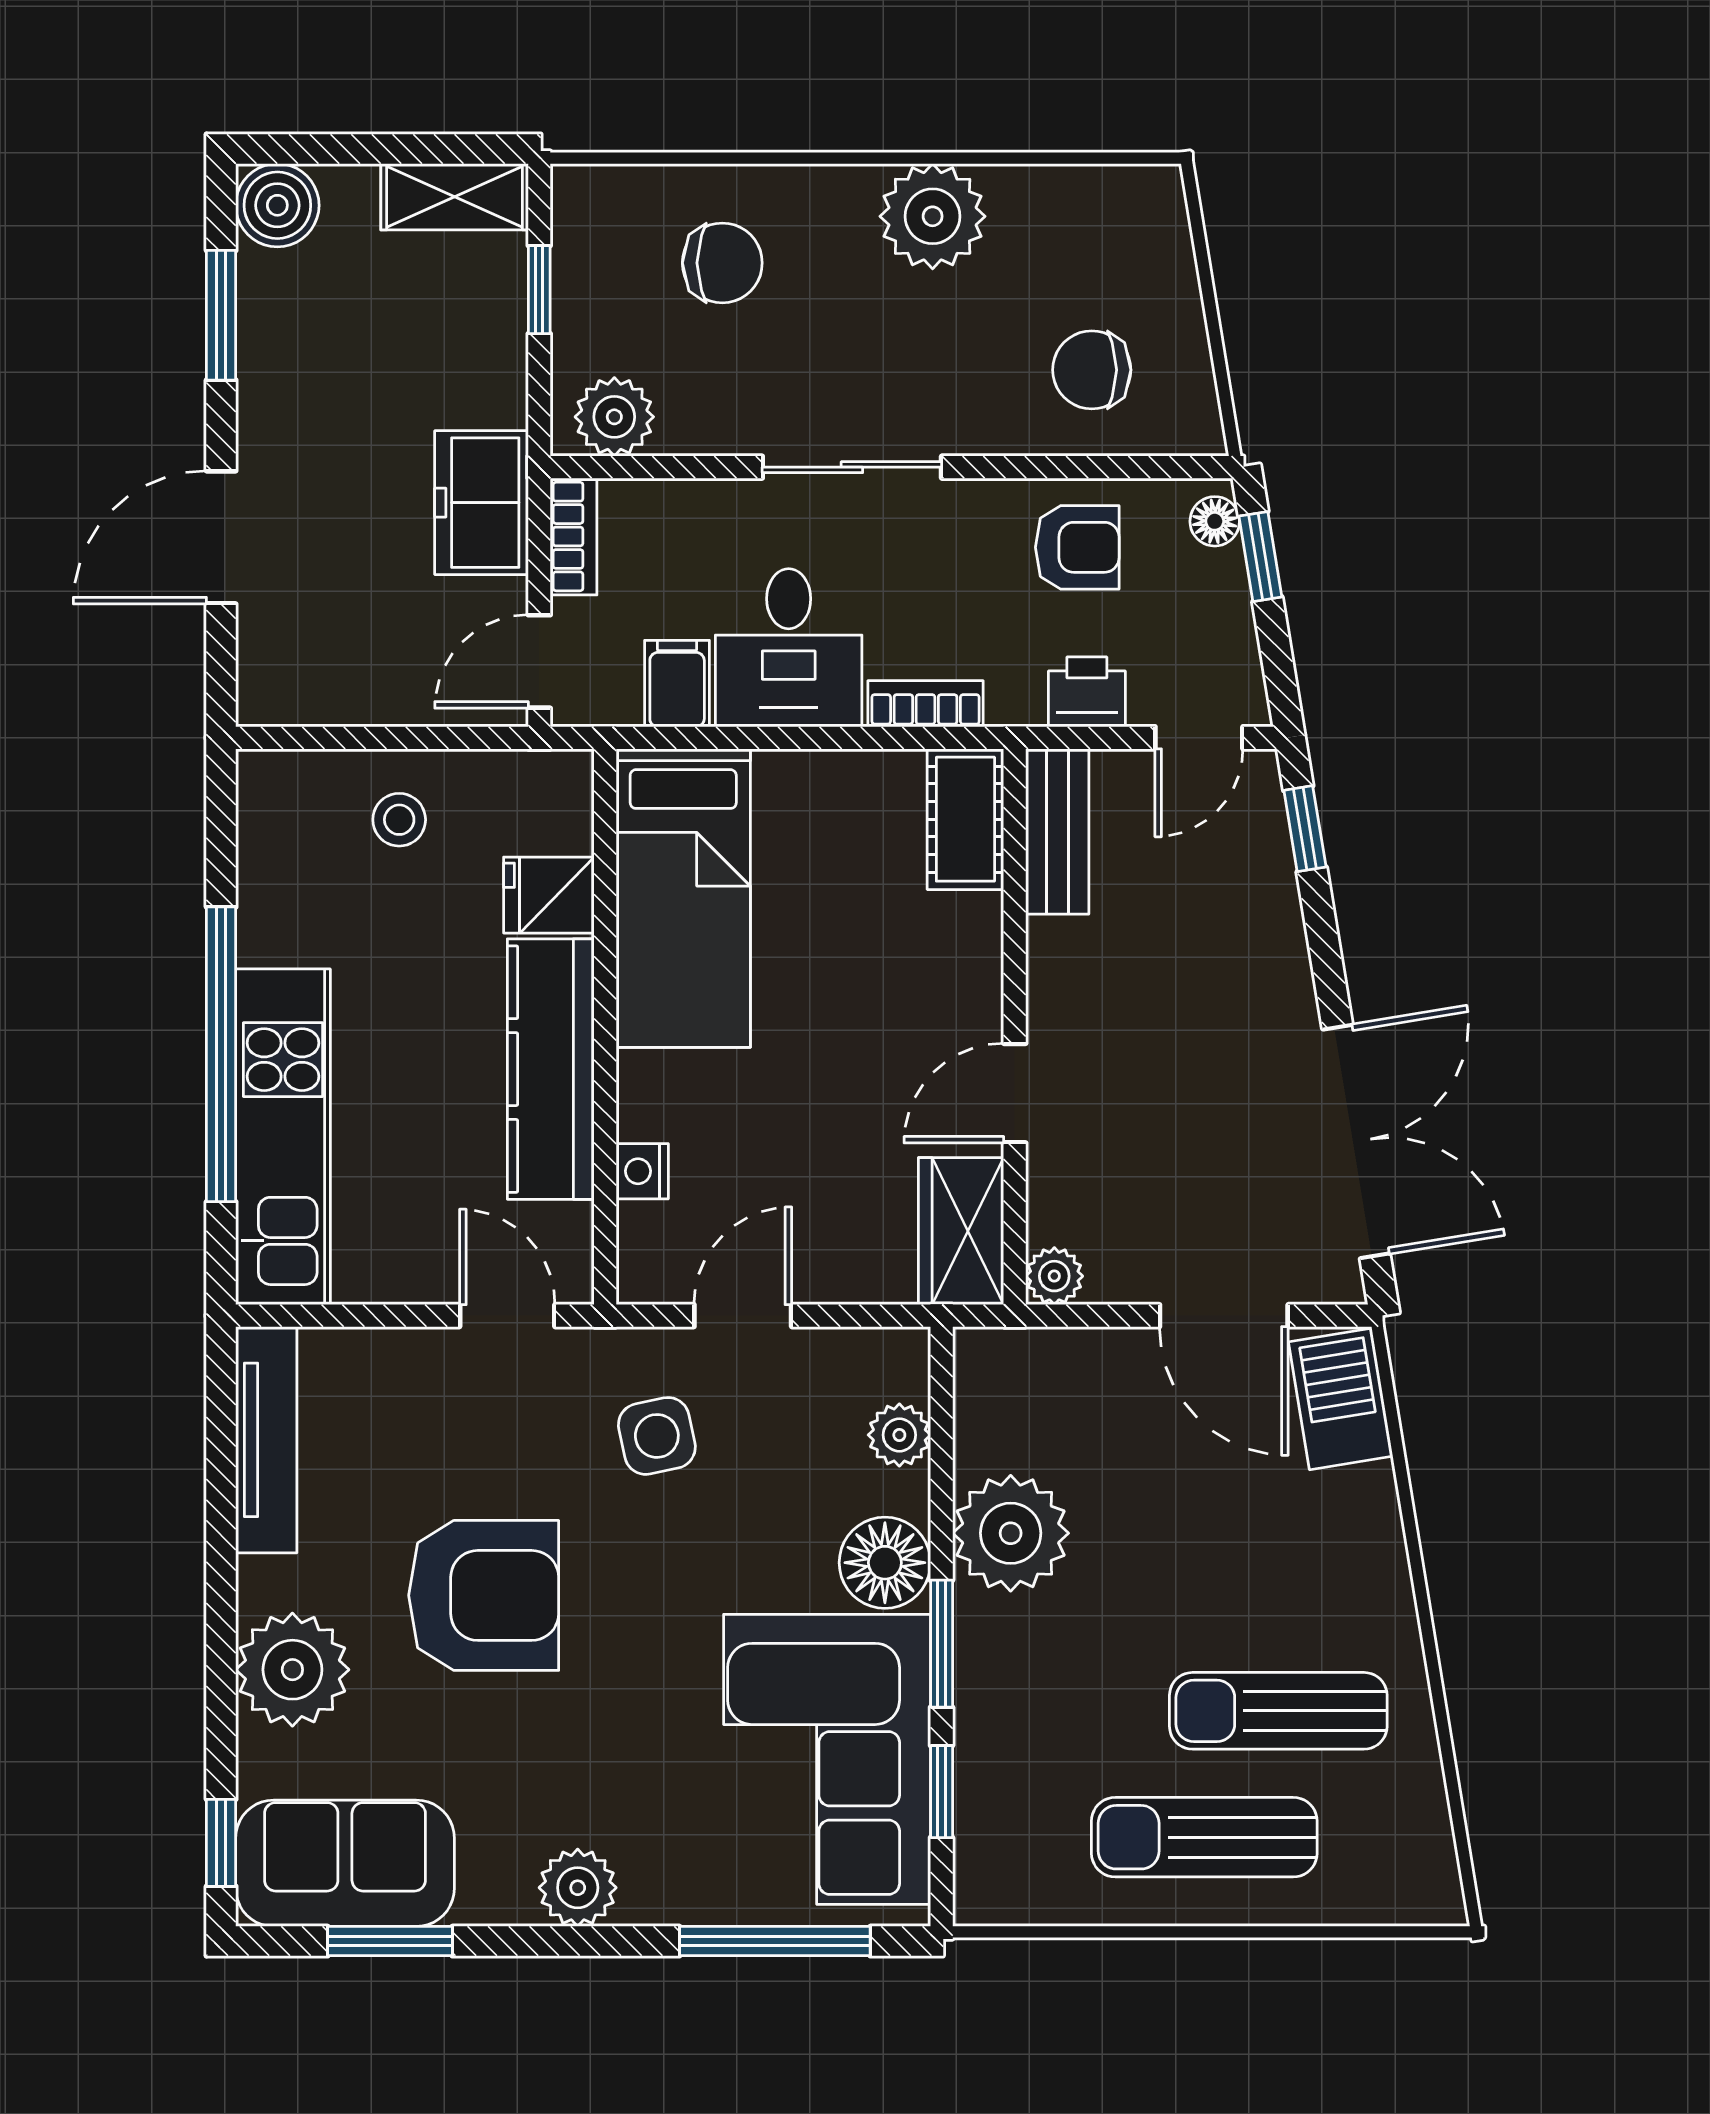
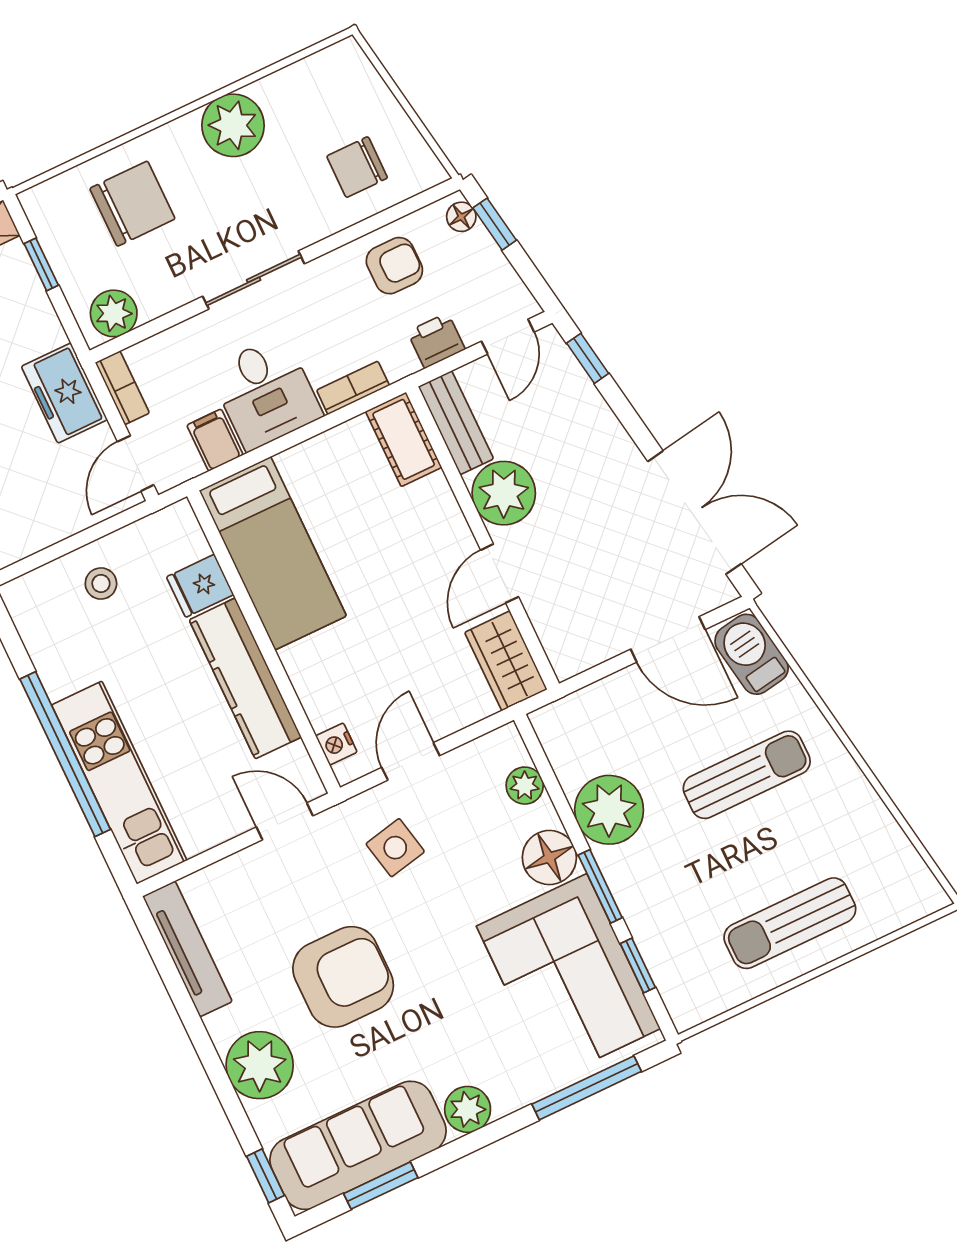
chair: (722, 263) -> (132, 204), width x1.37, depth x1.37
nightstand: (642, 1171) -> (336, 744), moved
plant: (1054, 1276) -> (504, 493), moved, width x1.87, depth x1.87
sun lounger: (1278, 1711) -> (747, 775), moved, turned 180
sofa: (345, 1863) -> (358, 1145), width x1.36

